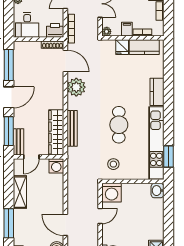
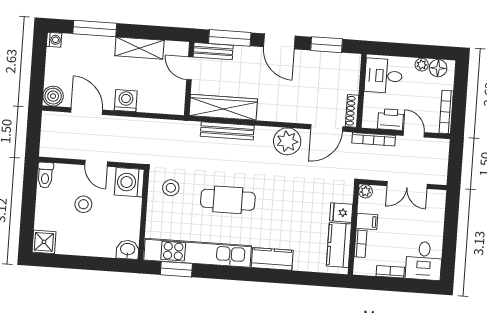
printer: (55, 30) -> (391, 120), moved, turned -90
window: (9, 65) -> (327, 45), width x0.69
washing machine: (56, 166) -> (126, 101), moved, turned 90
stool: (129, 223) -> (83, 204), added
door: (65, 225) -> (87, 111), hinge flipped

